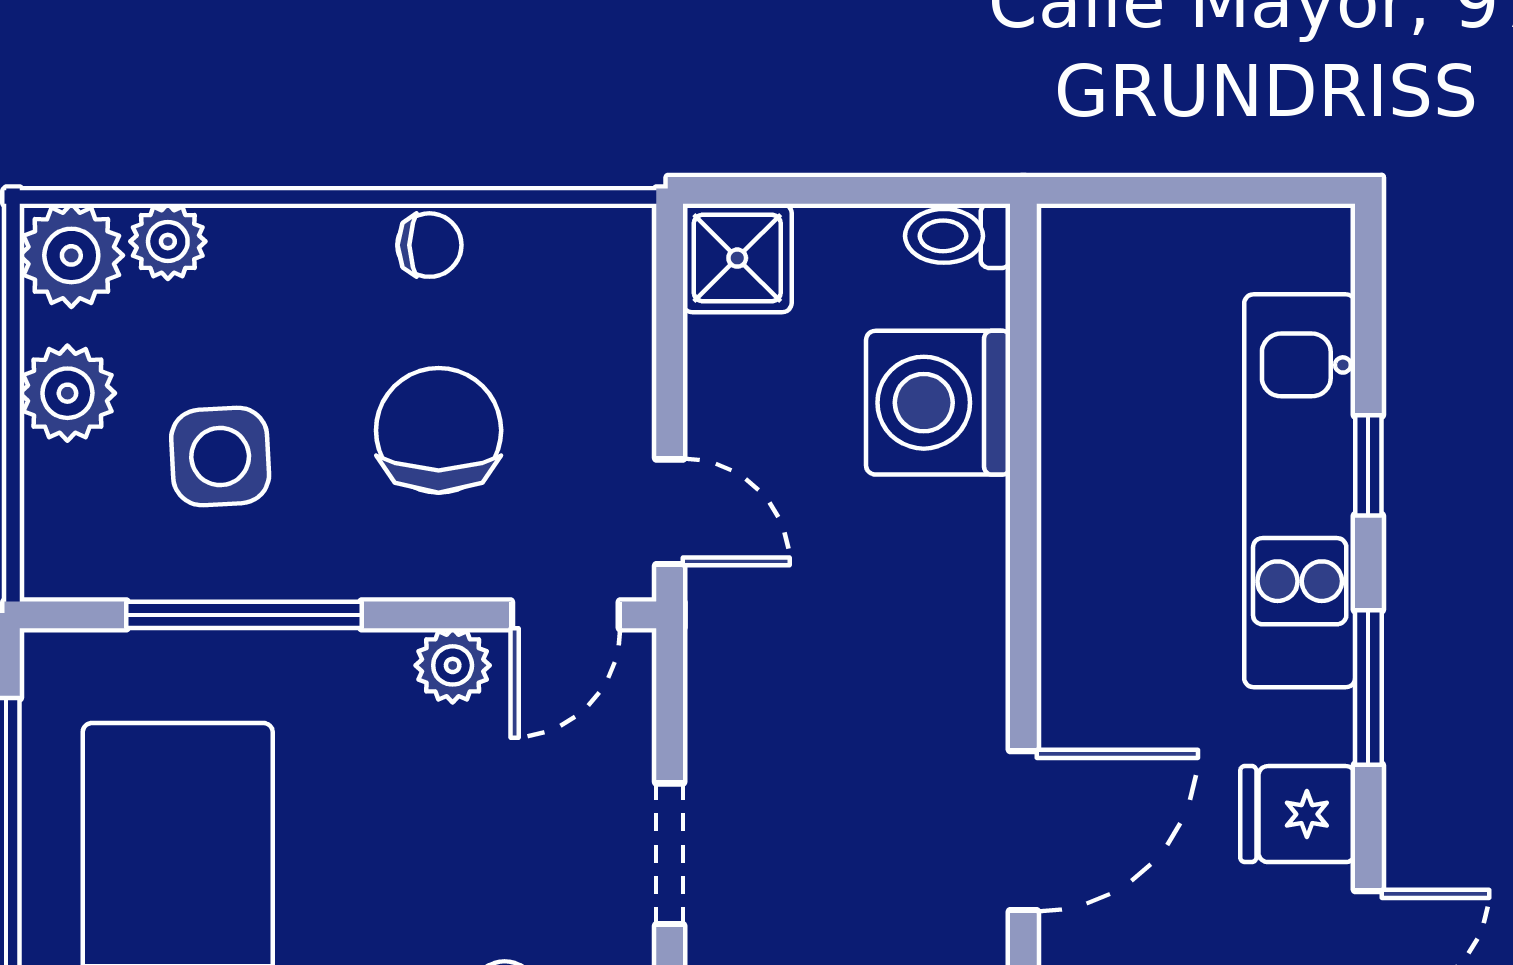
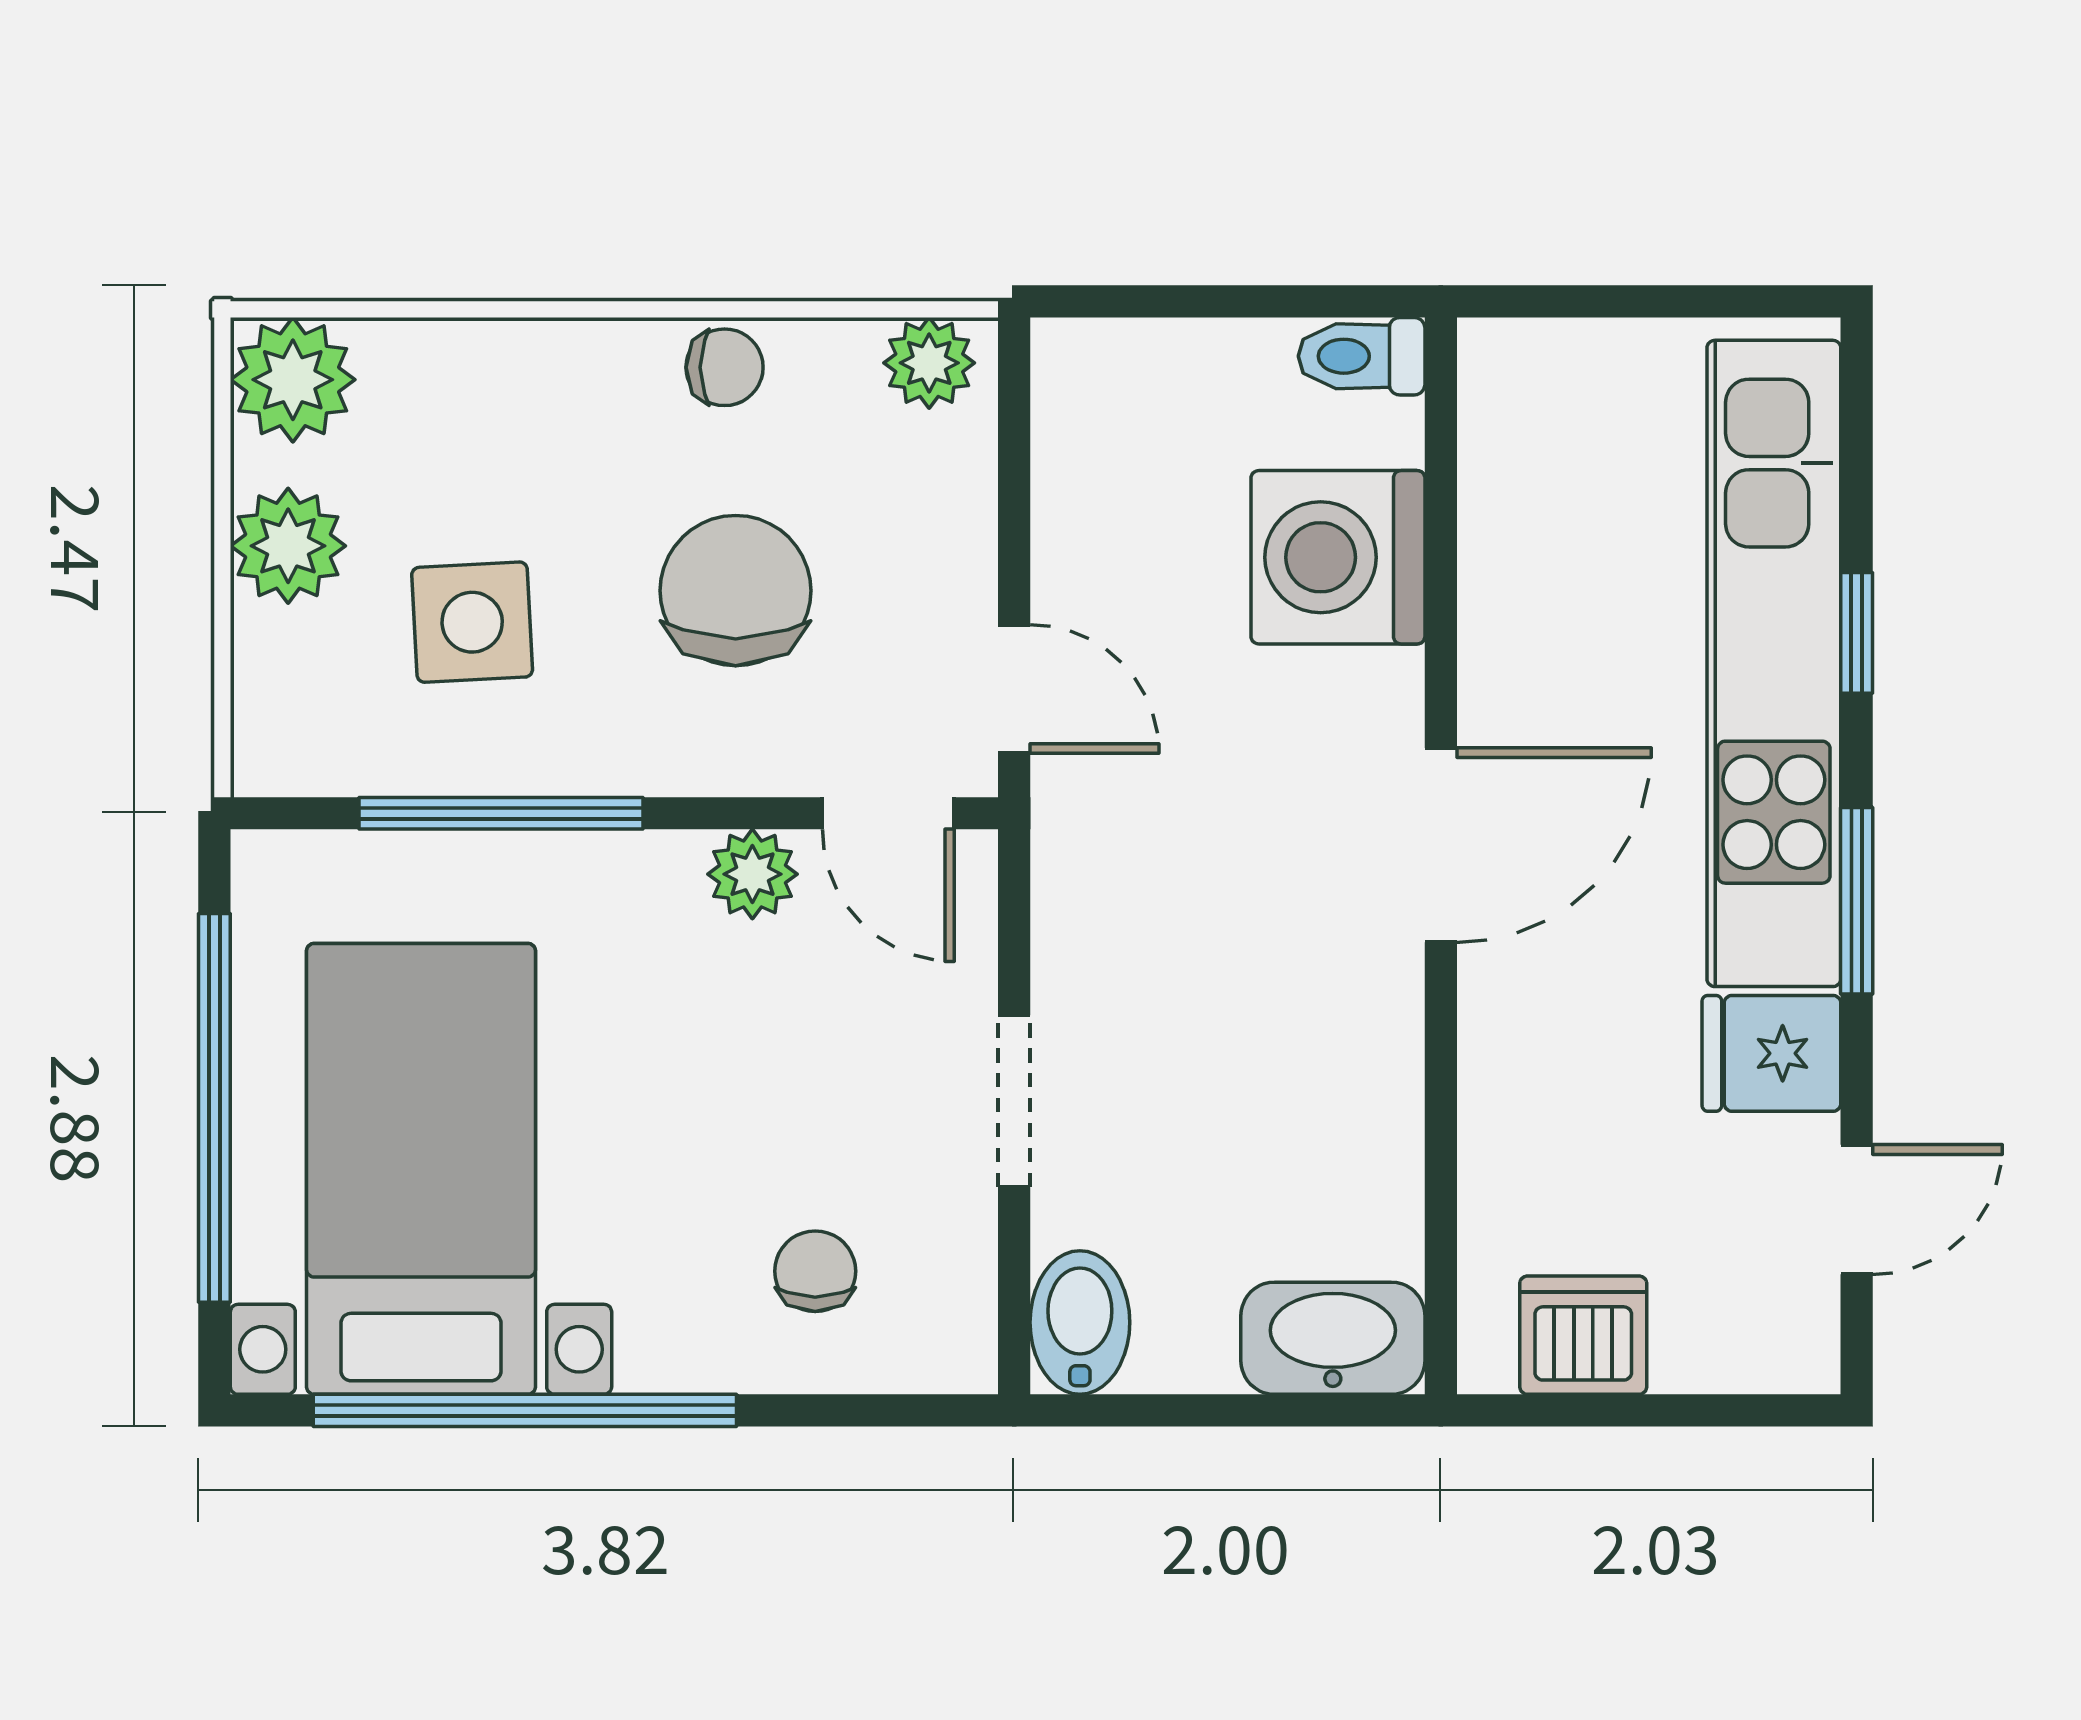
plant: (168, 241) -> (929, 363), moved
shower: (737, 258) -> (1096, 383), removed
kitchen unit: (1300, 491) -> (1774, 663), width x1.36
door: (565, 615) -> (888, 813), hinge flipped
door: (1023, 831) -> (1441, 845), moved

